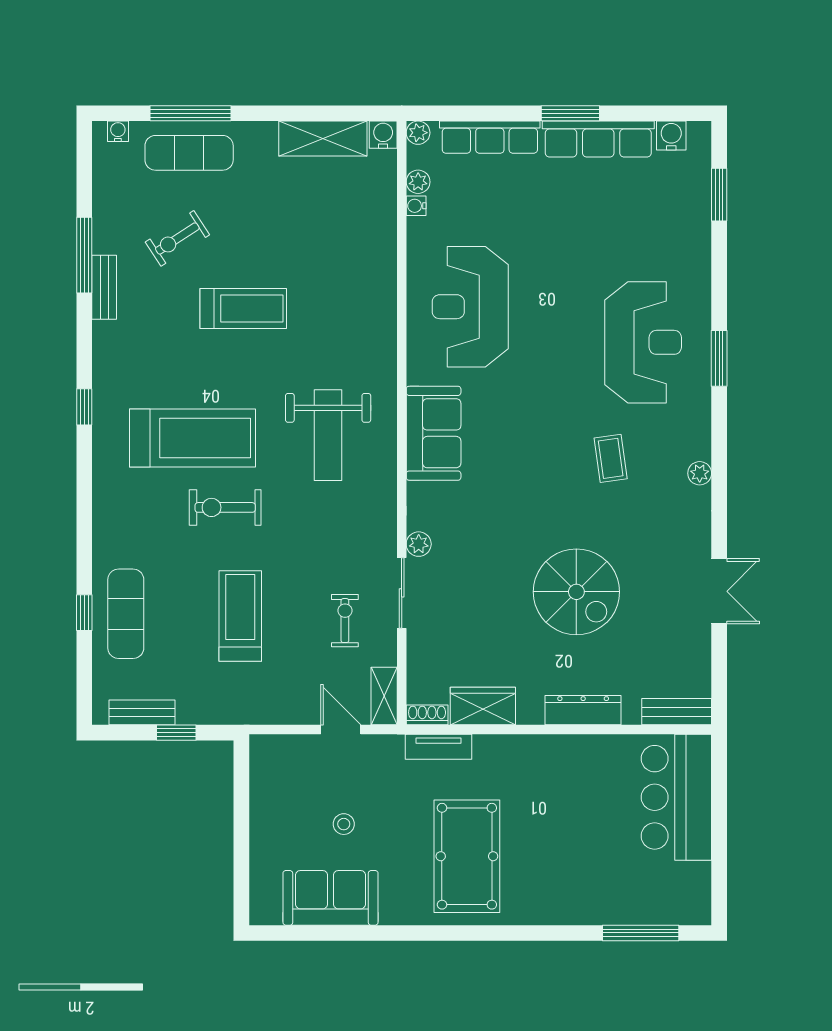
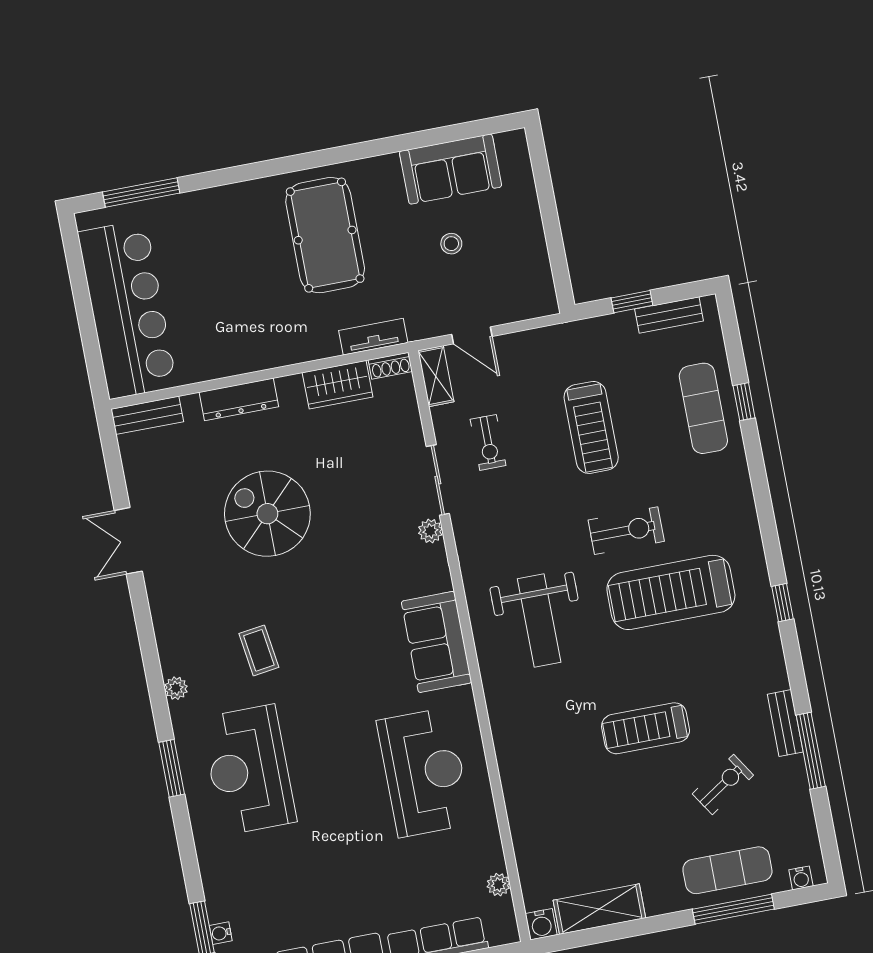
plant: (418, 133) -> (508, 933), removed
water cooler: (416, 206) -> (221, 933), moved, turned 180
weight bench: (328, 435) -> (539, 620), turned 180
plant: (700, 473) -> (176, 688), moved
bar counter: (676, 797) -> (127, 309), width x1.36

